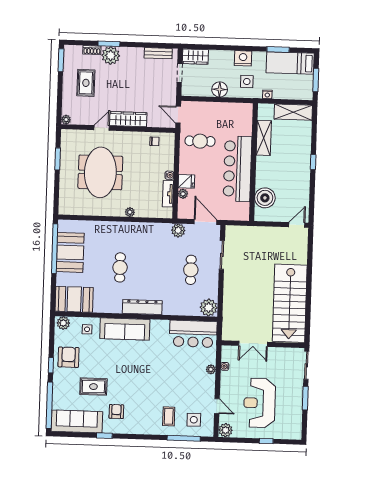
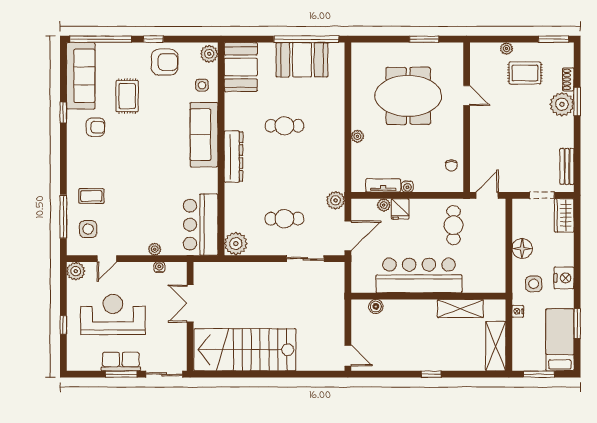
wardrobe: (128, 119) -> (479, 130), removed
plant: (66, 120) -> (506, 49), moved
boiler: (265, 198) -> (376, 306), width x0.54, depth x0.54
row of seats: (296, 398) -> (121, 362), added

